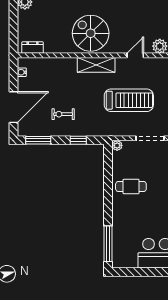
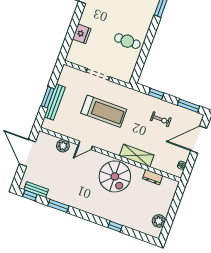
dresser: (33, 48) -> (153, 177), moved
shelving: (96, 65) -> (137, 155), moved
treadmill: (129, 100) -> (104, 111), turned 180
plant: (117, 145) -> (126, 78), removed

